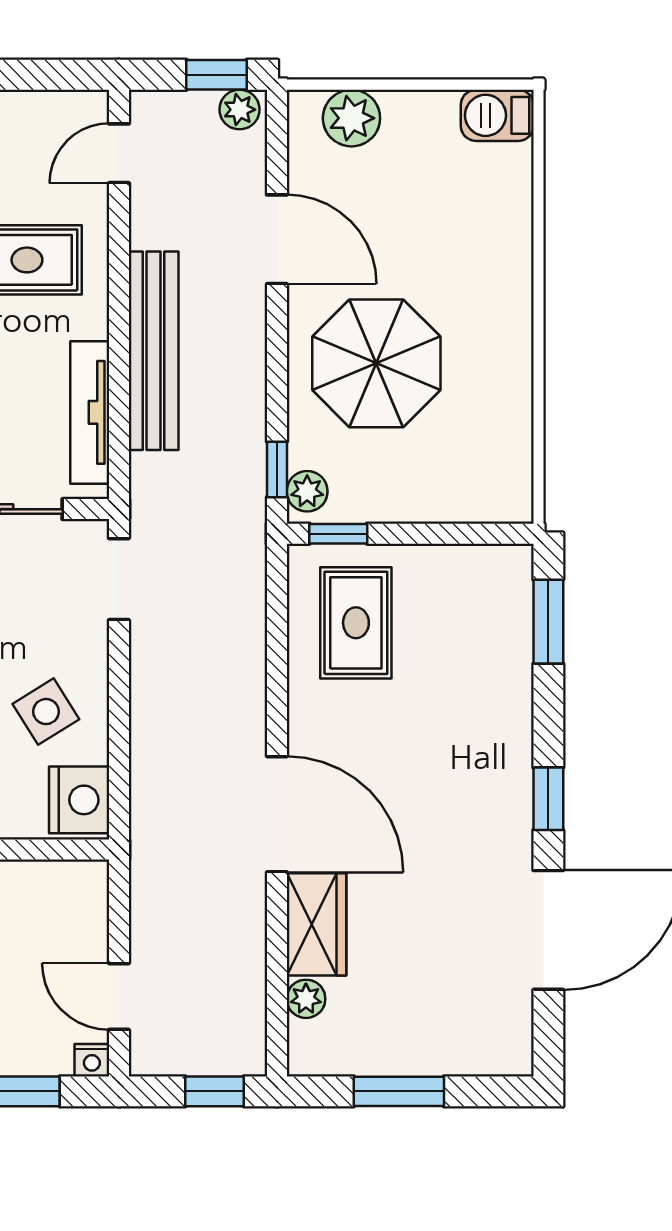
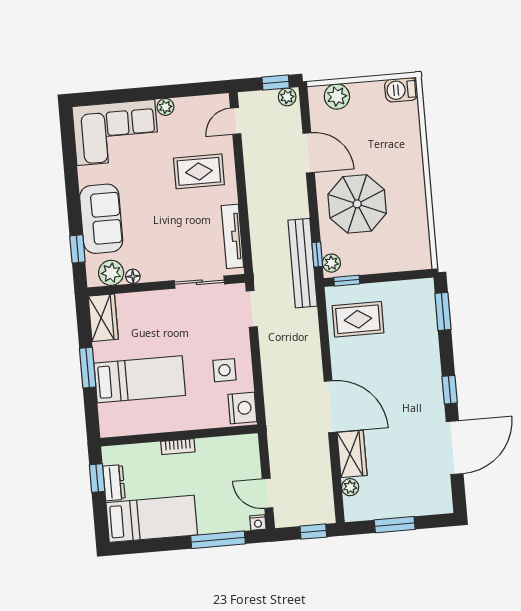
bench: (154, 351) -> (303, 263), moved
rug: (356, 623) -> (358, 319), turned 90
side table: (46, 712) -> (224, 370), turned 32

